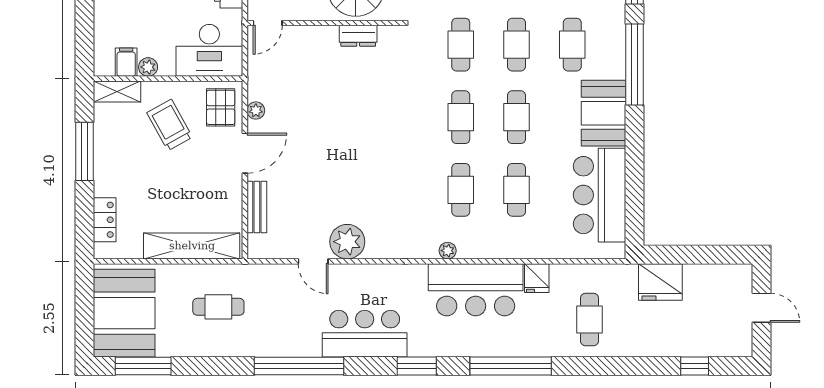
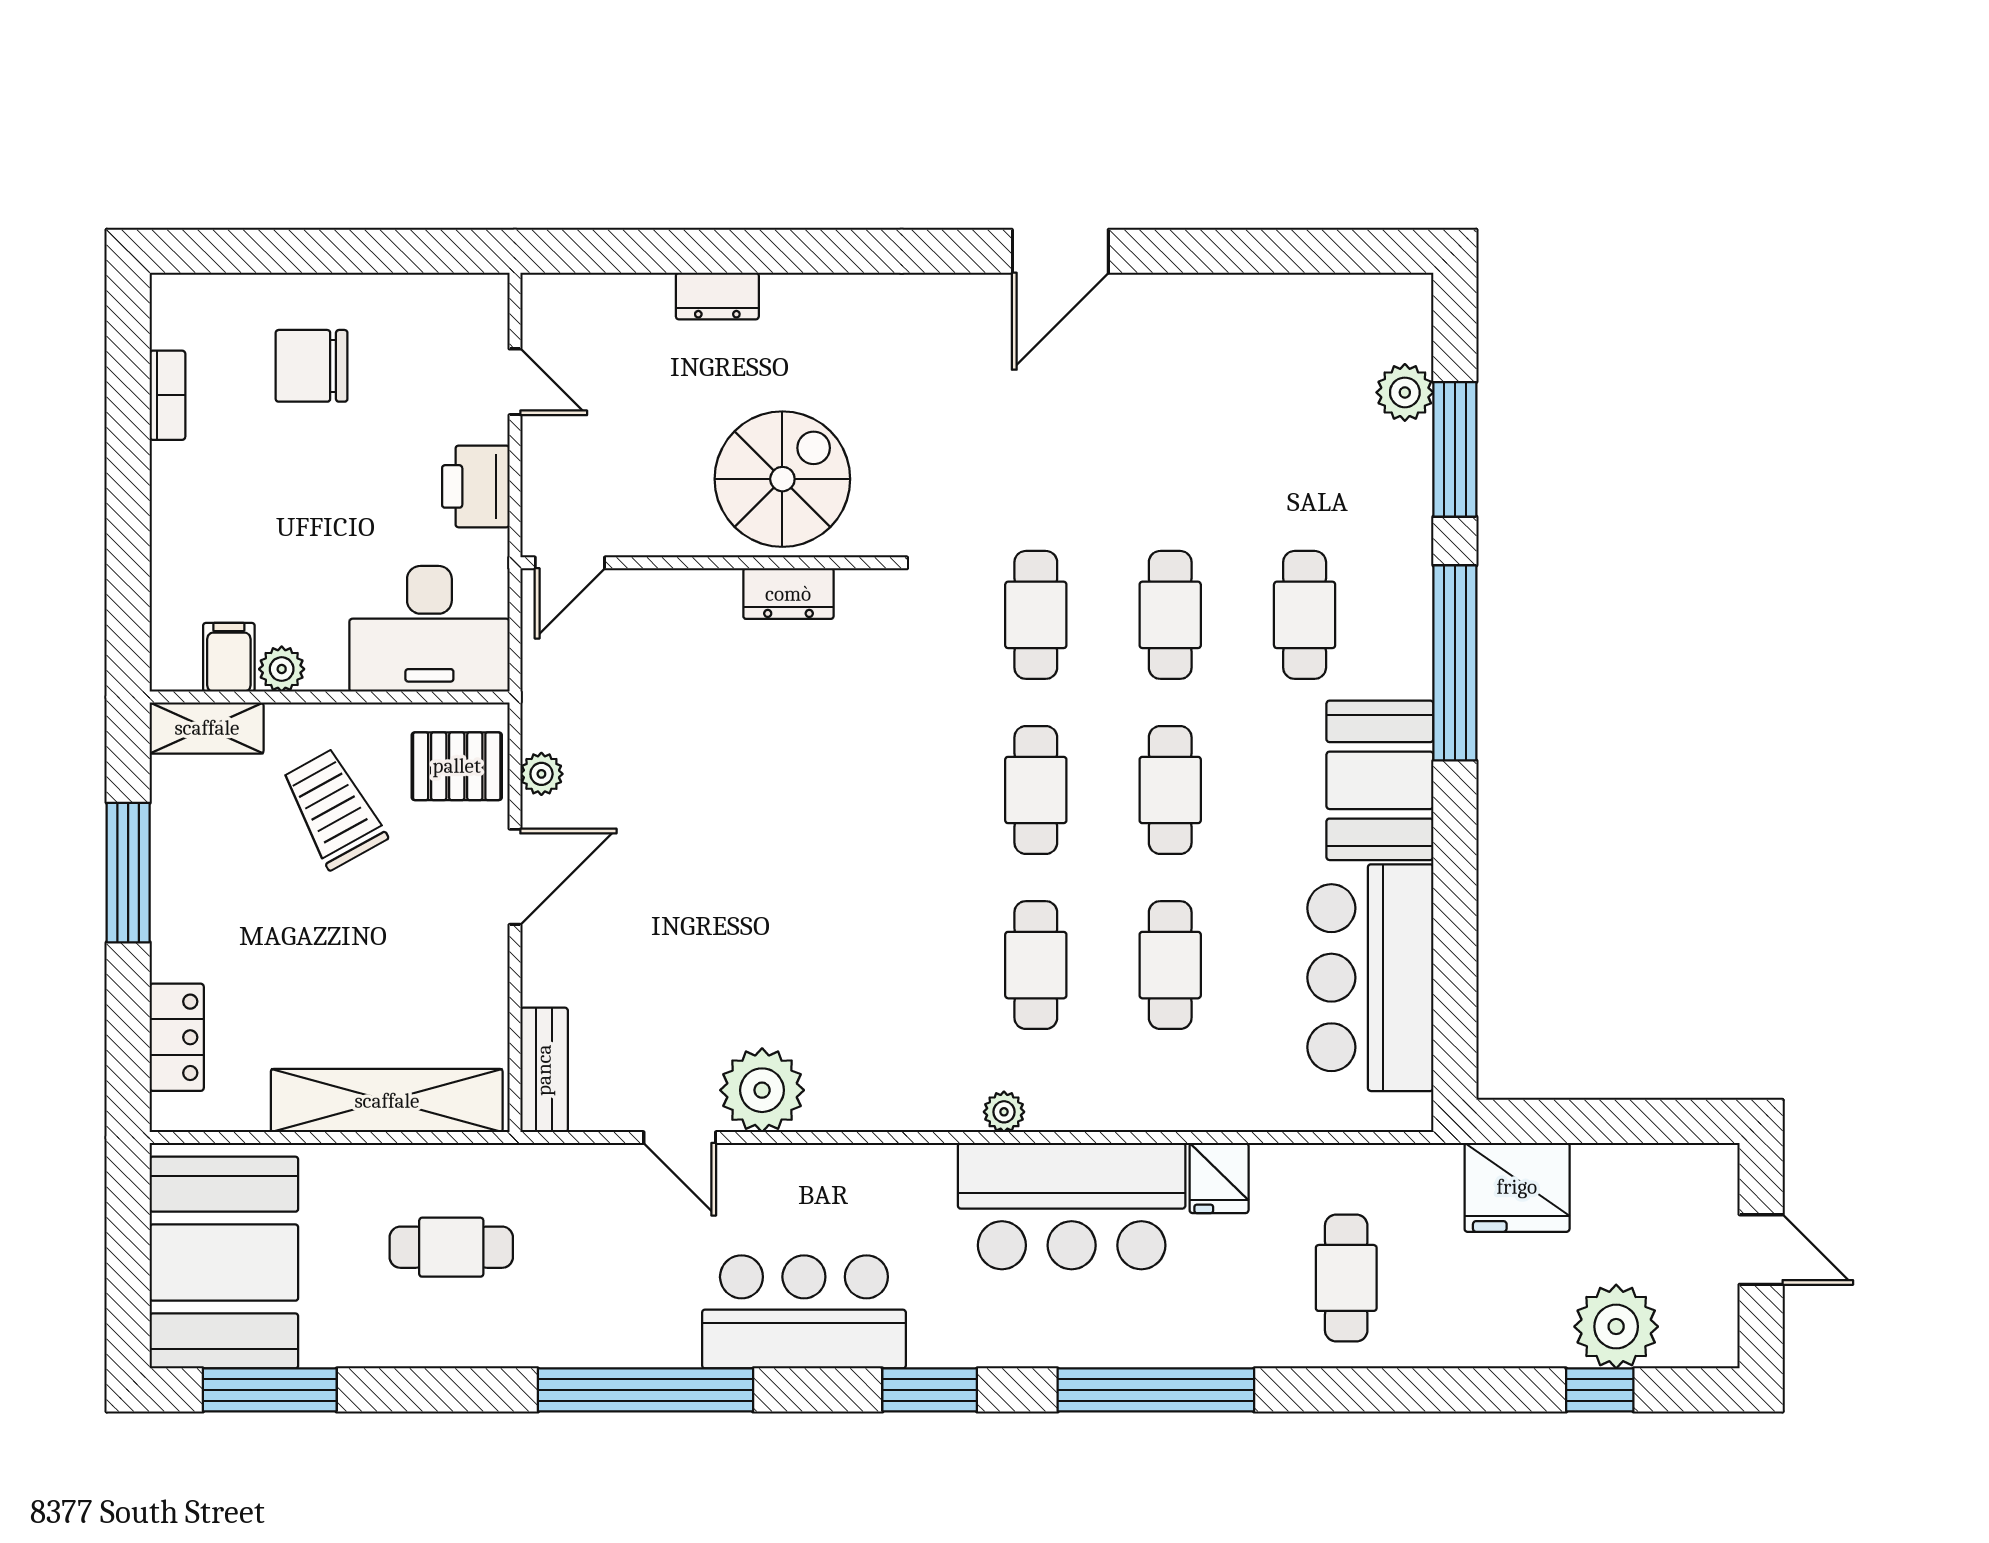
pallet: (221, 107) -> (457, 766), turned 90
bench: (257, 207) -> (544, 1070), moved
plant: (701, 340) -> (1616, 1327), added

